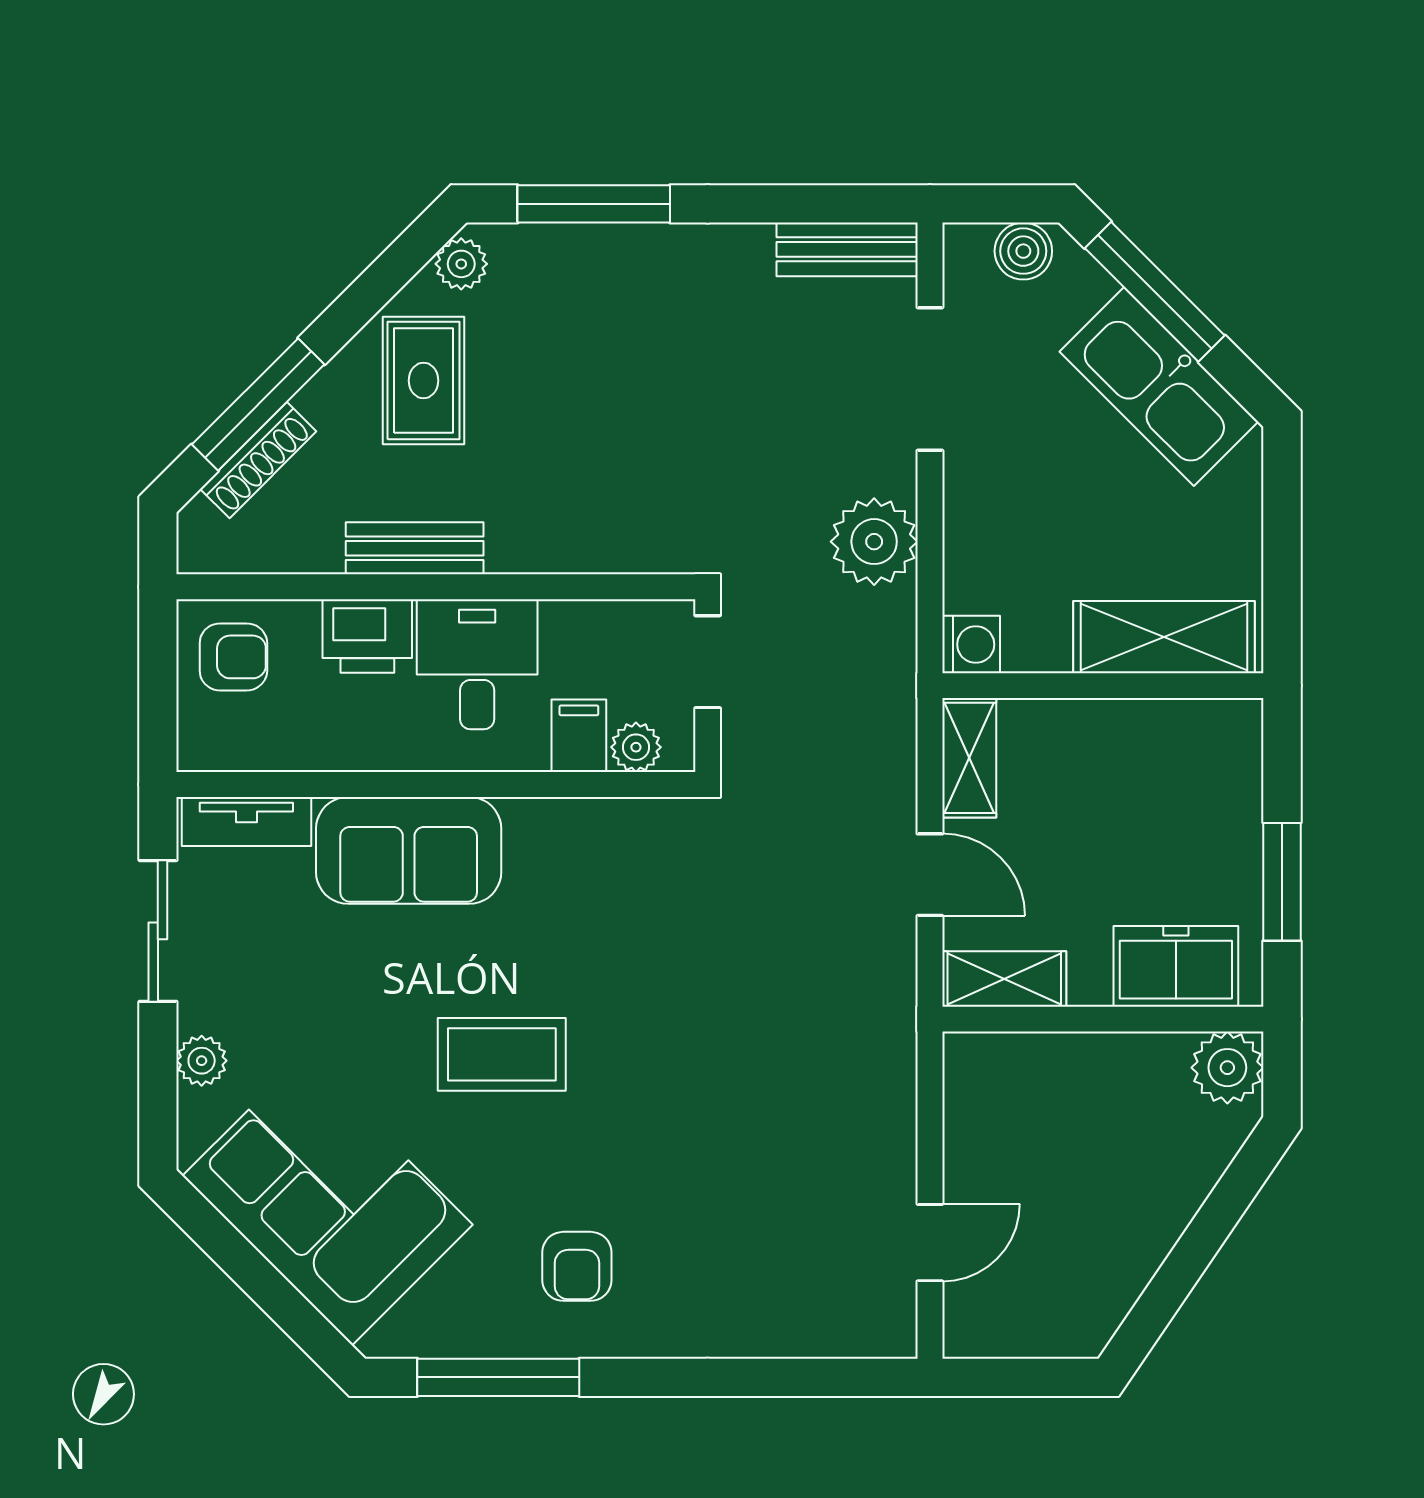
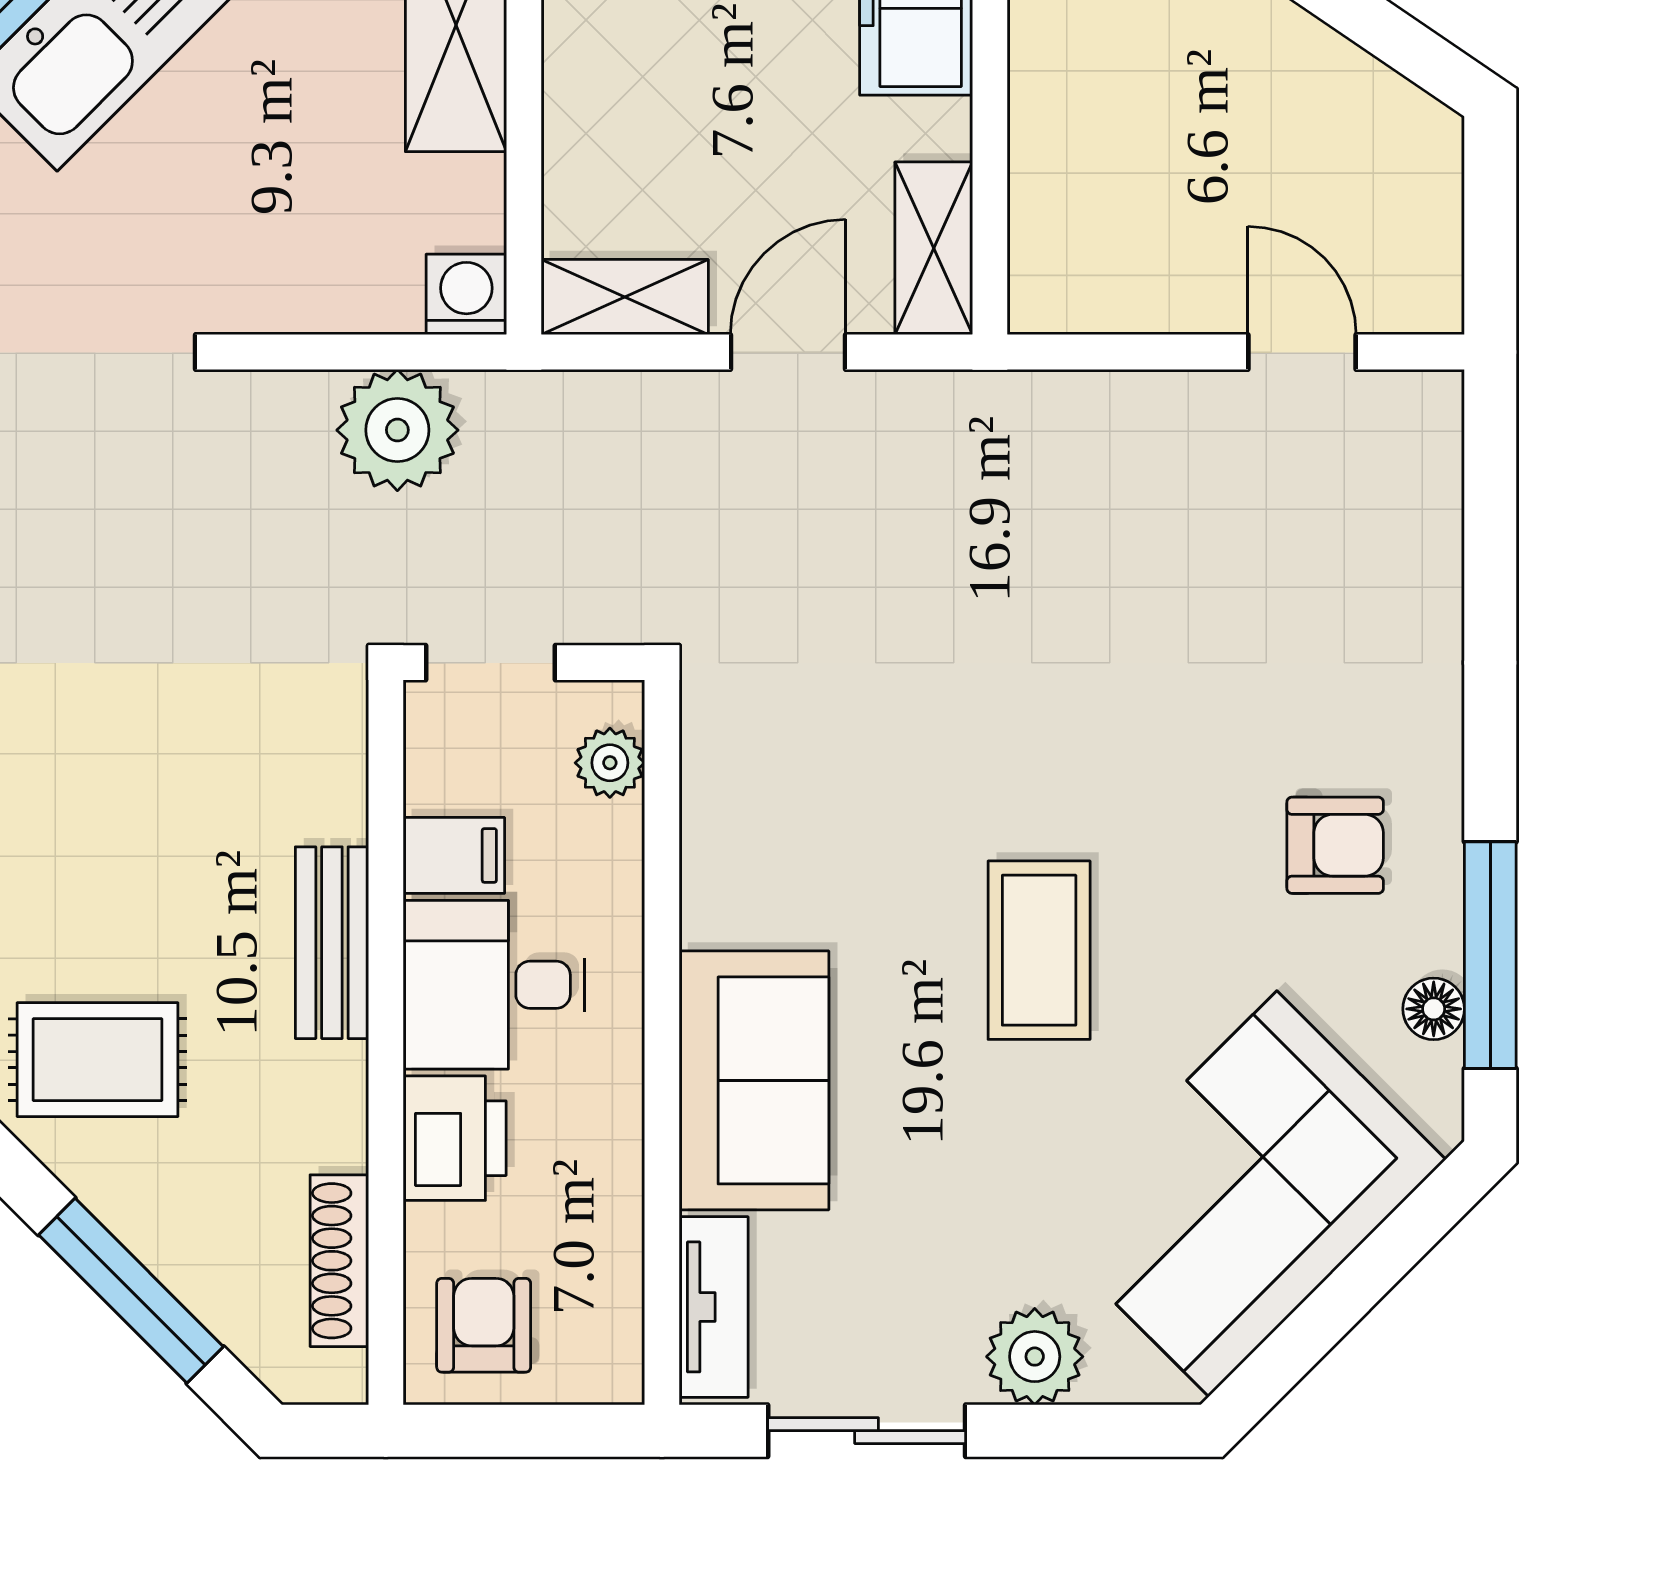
shoe rack: (258, 460) -> (339, 1261), moved, turned -135
plant: (874, 542) -> (397, 430), moved
bench: (415, 548) -> (332, 943), moved
filing cabinet: (579, 736) -> (454, 855), moved, turned 180
plant: (202, 1061) -> (1035, 1357), width x1.38, depth x1.38
floor lamp: (460, 1337) -> (1434, 1009), added

